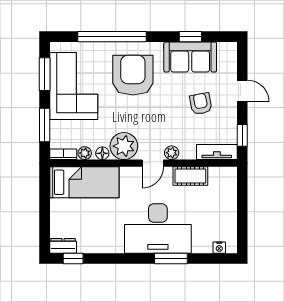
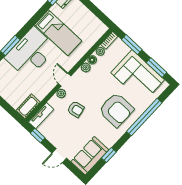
sofa: (190, 57) -> (90, 156), moved
armchair: (201, 104) -> (76, 109), moved
plant: (124, 146) -> (86, 67), width x0.53, depth x0.53
cot: (190, 176) -> (28, 106), moved
bed: (84, 182) -> (58, 33), moved, turned -90

